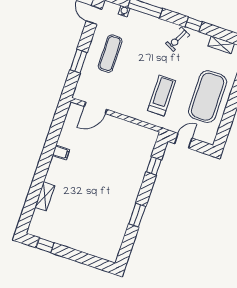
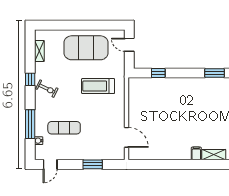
exercise mat: (110, 54) -> (64, 128), moved
door: (183, 141) -> (129, 45), moved
filing cabinet: (61, 153) -> (196, 153), moved
window: (137, 215) -> (215, 73), moved

